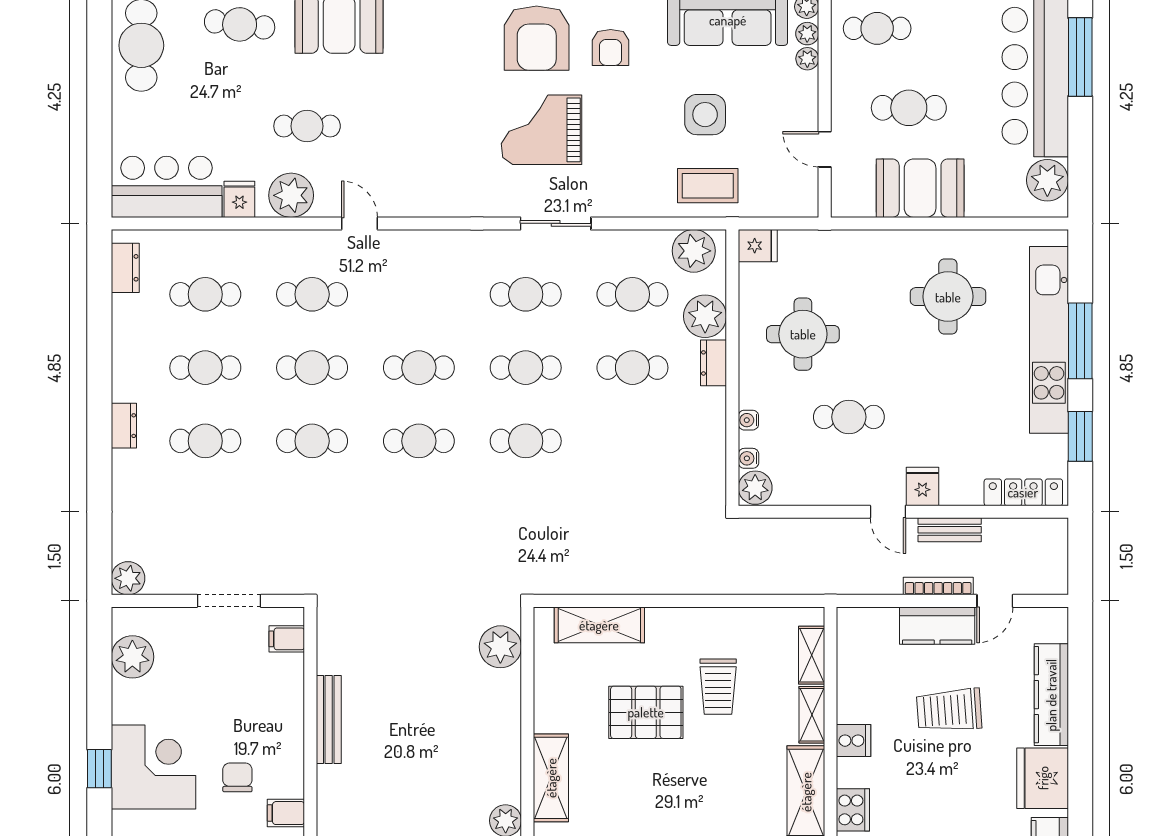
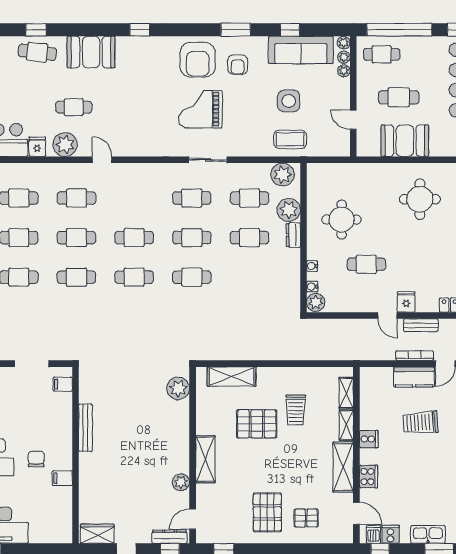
fridge: (758, 246) -> (317, 172), removed

